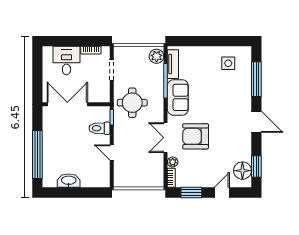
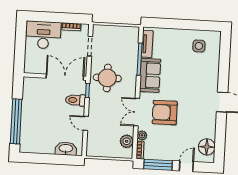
plant: (157, 56) -> (127, 141), moved
desk: (66, 60) -> (43, 35), width x1.37
window: (256, 79) -> (224, 62), removed
double door: (67, 104) -> (65, 77), moved
window: (256, 166) -> (220, 144), removed
washbasin: (69, 181) -> (66, 149), moved
window: (191, 193) -> (158, 165), width x1.44

